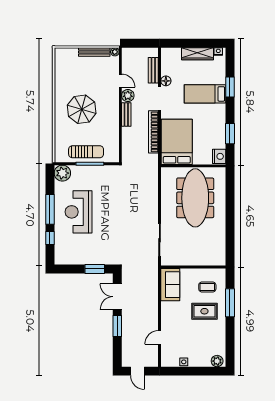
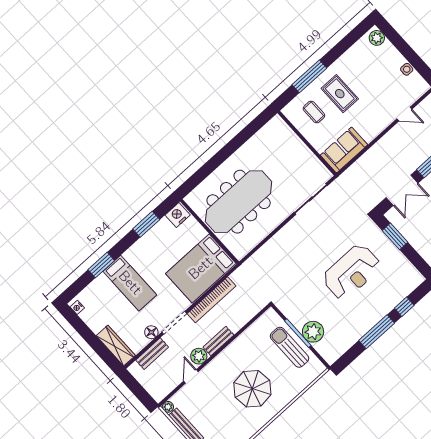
wardrobe: (198, 54) -> (116, 346), moved
plant: (62, 173) -> (313, 332), moved
reception desk: (79, 212) -> (352, 272), moved

